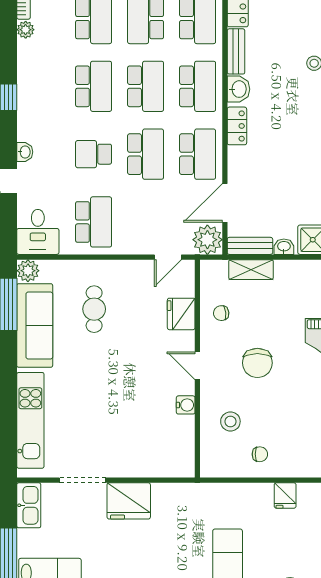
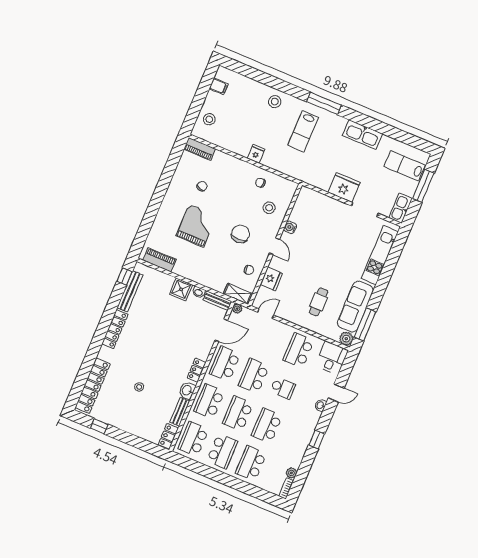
plant: (207, 240) -> (237, 308), width x0.53, depth x0.53
shelving: (251, 270) -> (238, 294), moved

